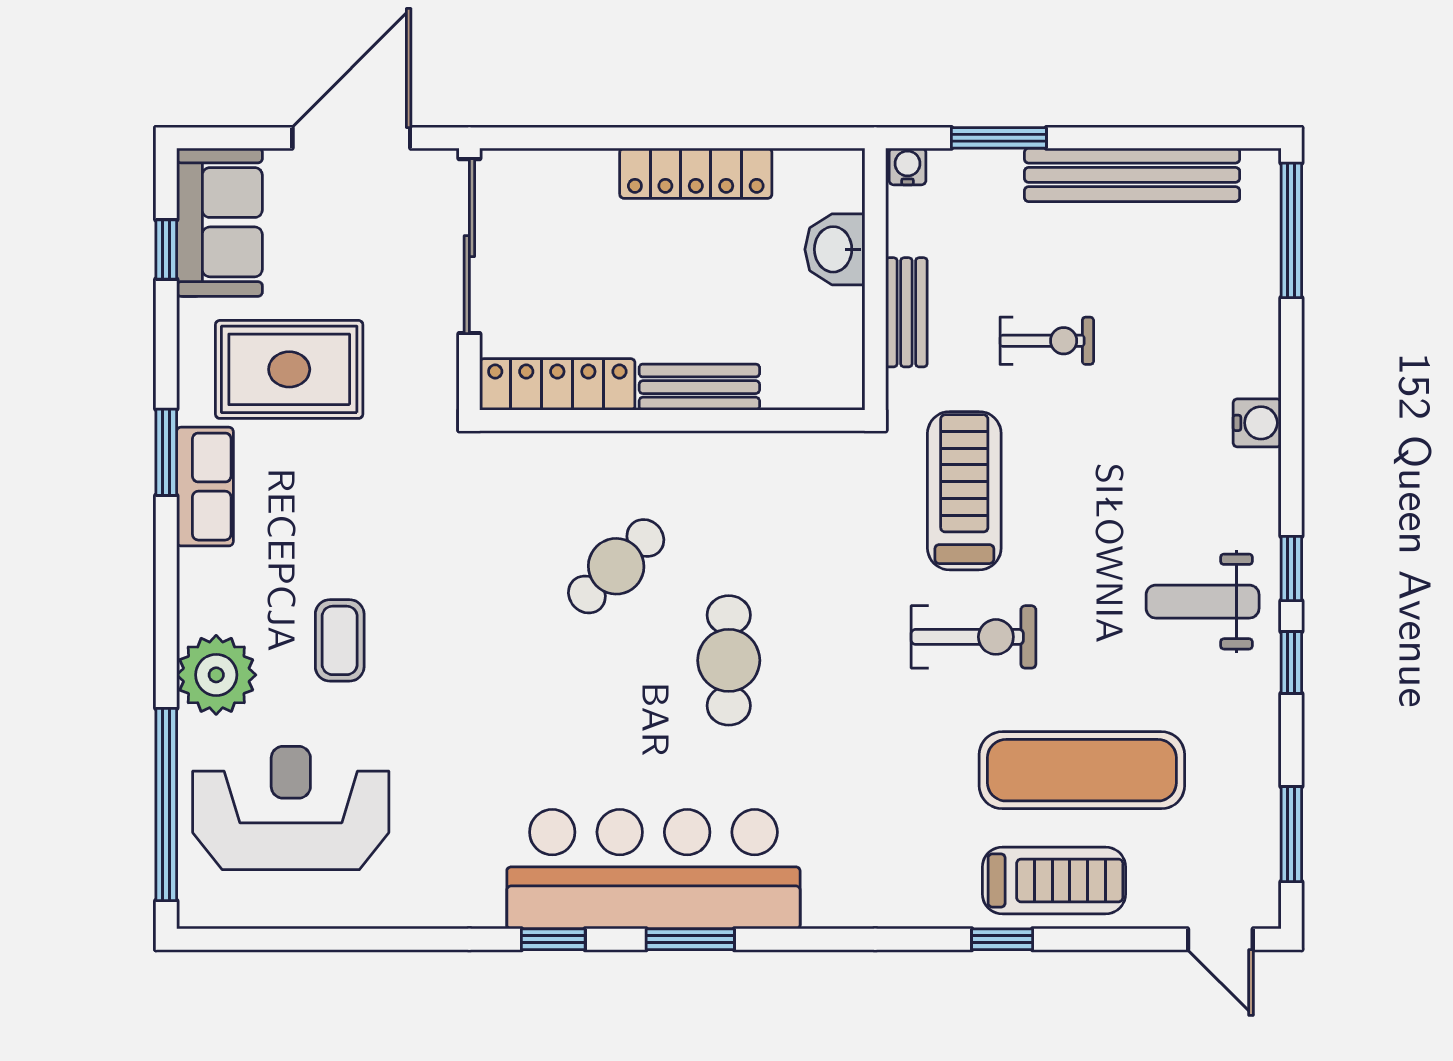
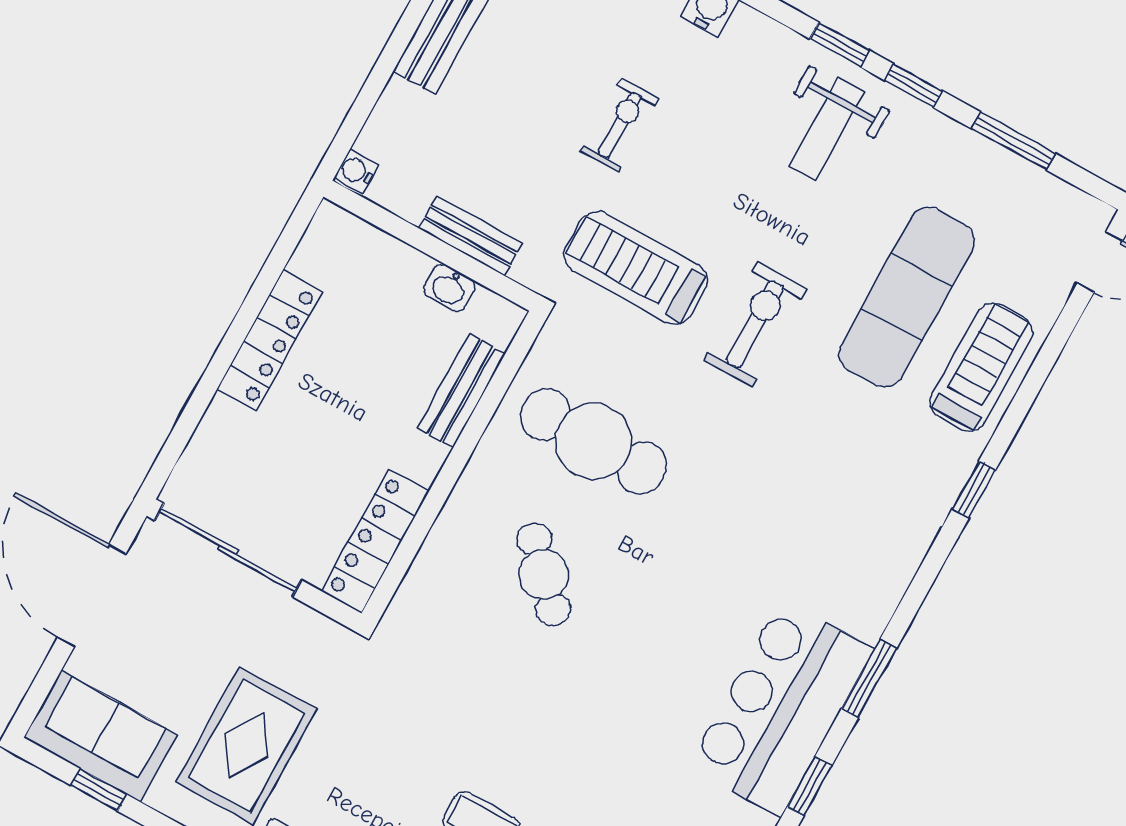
window: (999, 138) -> (374, 87), removed
washbasin: (835, 249) -> (449, 288), moved, width x0.72, depth x0.69
exercise bike: (1047, 341) -> (620, 125), moved
bench: (699, 387) -> (461, 391), moved
cafe table: (729, 660) -> (594, 441), moved, width x1.37, depth x1.35
window: (1291, 834) -> (1014, 141), moved
bar counter: (653, 869) -> (781, 708), width x0.73
window: (1002, 939) -> (974, 489), moved

